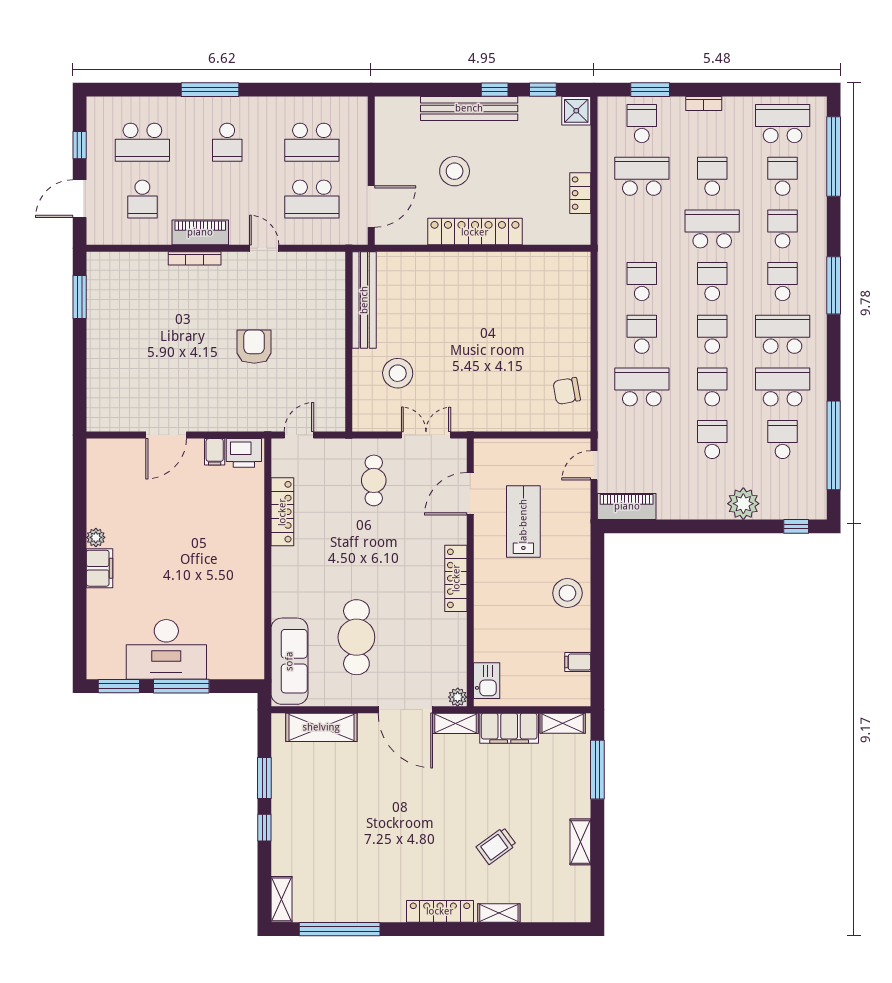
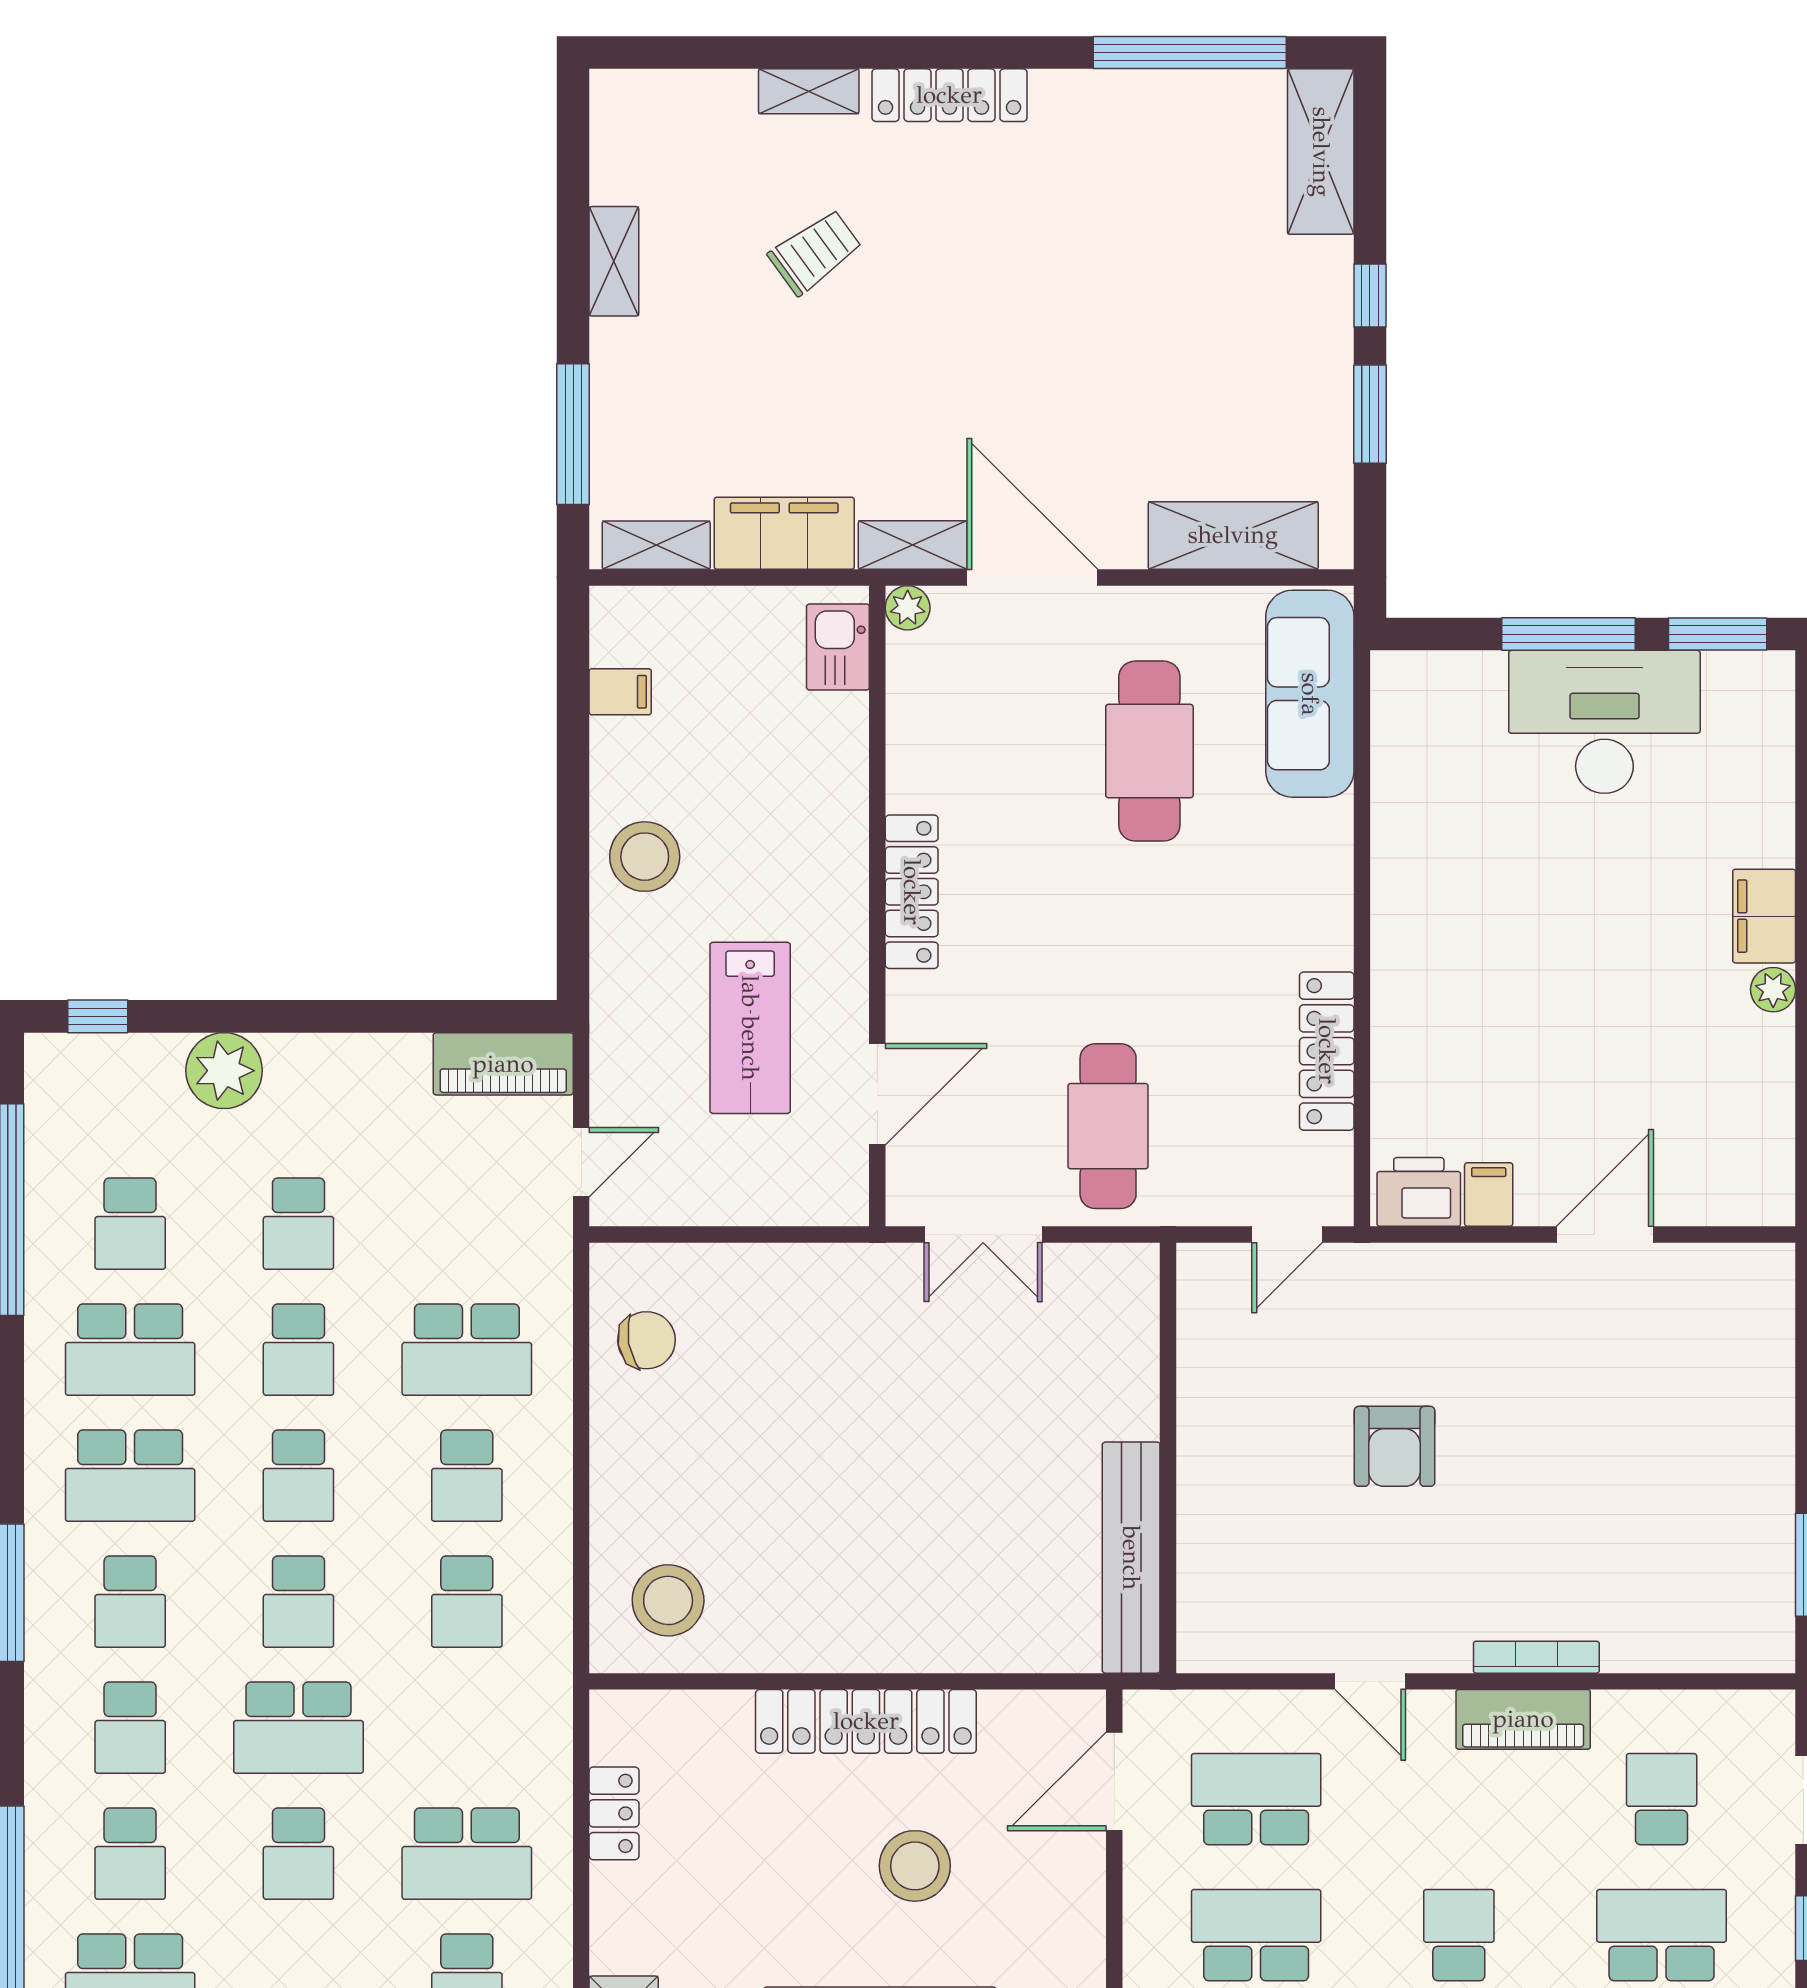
stool: (398, 373) -> (668, 1600), moved
cafe table: (374, 480) -> (1108, 1126), width x1.37, depth x1.35
shelving: (281, 899) -> (1321, 152), width x1.50, depth x1.33

